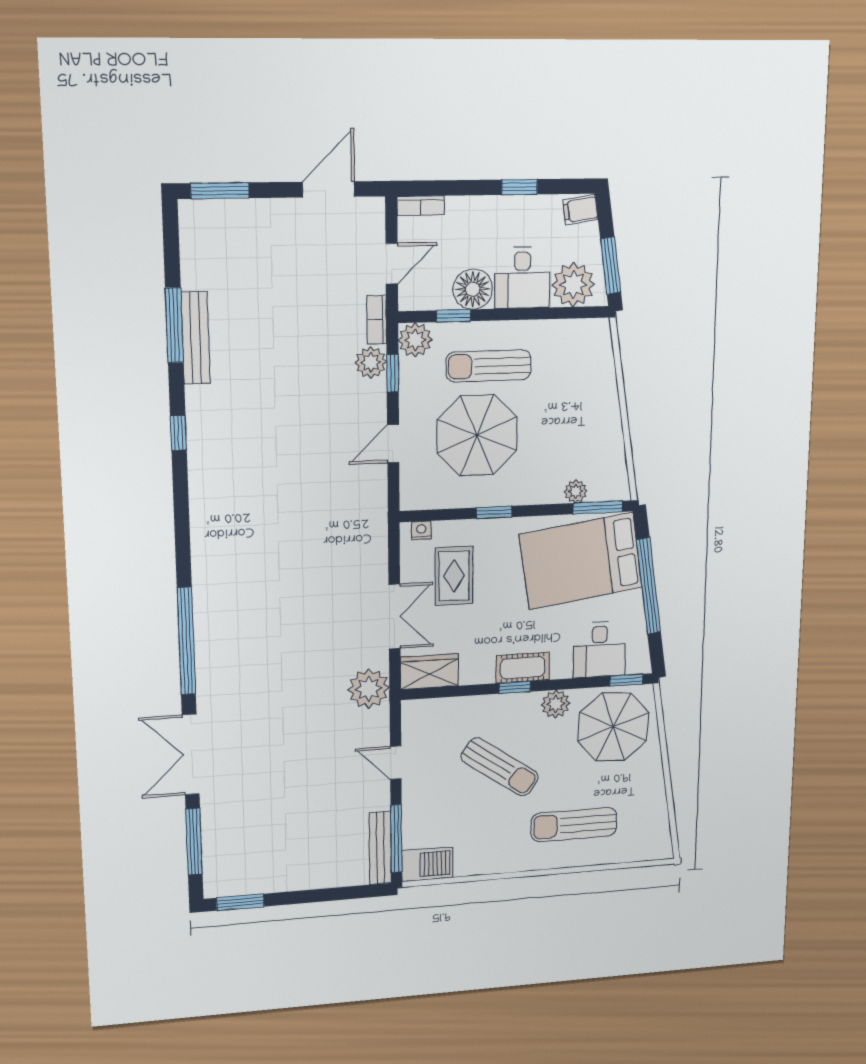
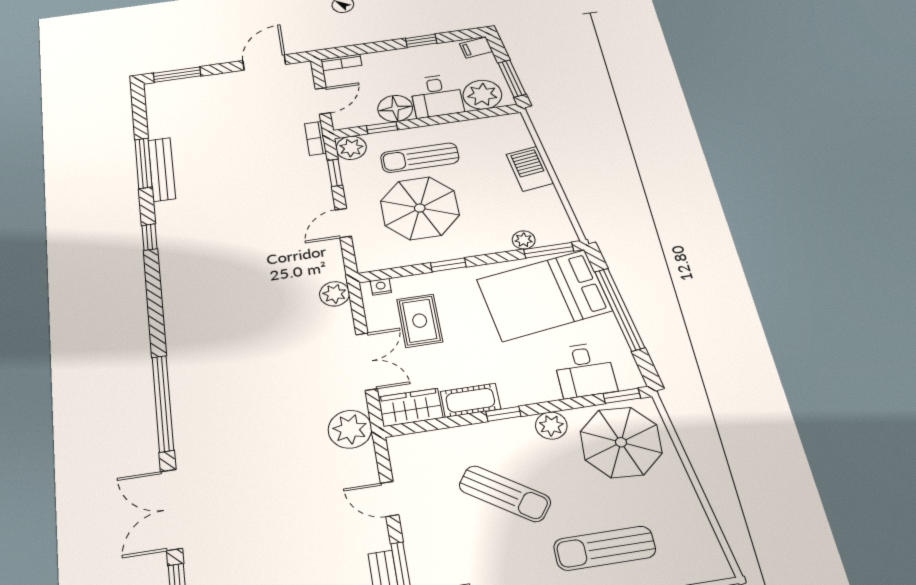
plant: (371, 362) -> (335, 294), moved
barbecue: (602, 399) -> (530, 169), added
cot: (523, 668) -> (470, 400), moved

